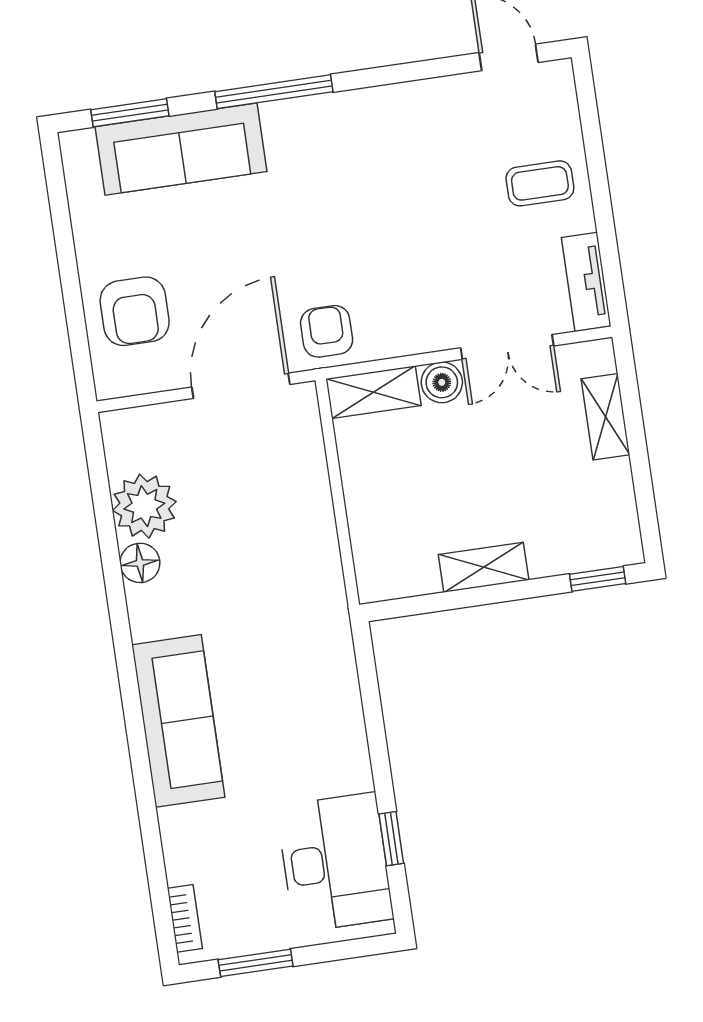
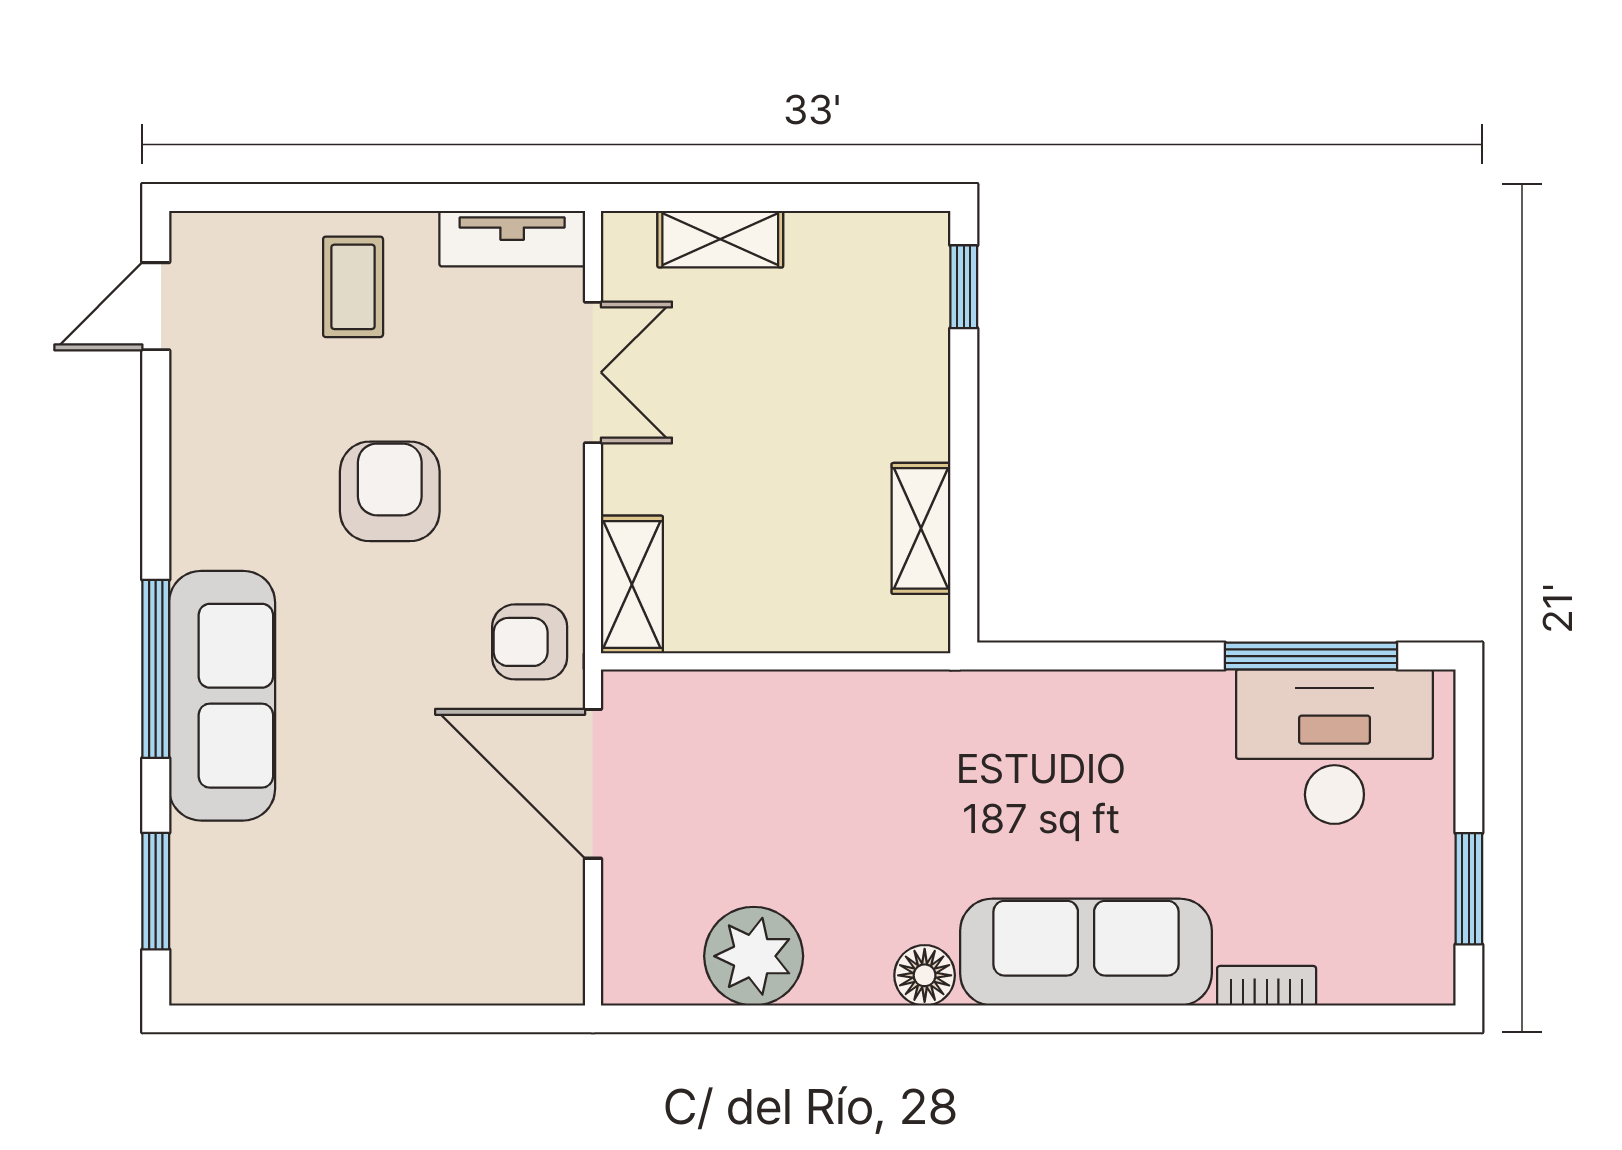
sofa: (181, 149) -> (222, 696), moved
armchair: (135, 311) -> (390, 491), moved, turned -90
boiler: (442, 382) -> (632, 479), removed
floor lamp: (140, 563) -> (925, 975), moved
shelving: (484, 567) -> (921, 528), moved
window: (391, 839) -> (1311, 656), width x2.17
bookcase: (185, 918) -> (1267, 986), moved

